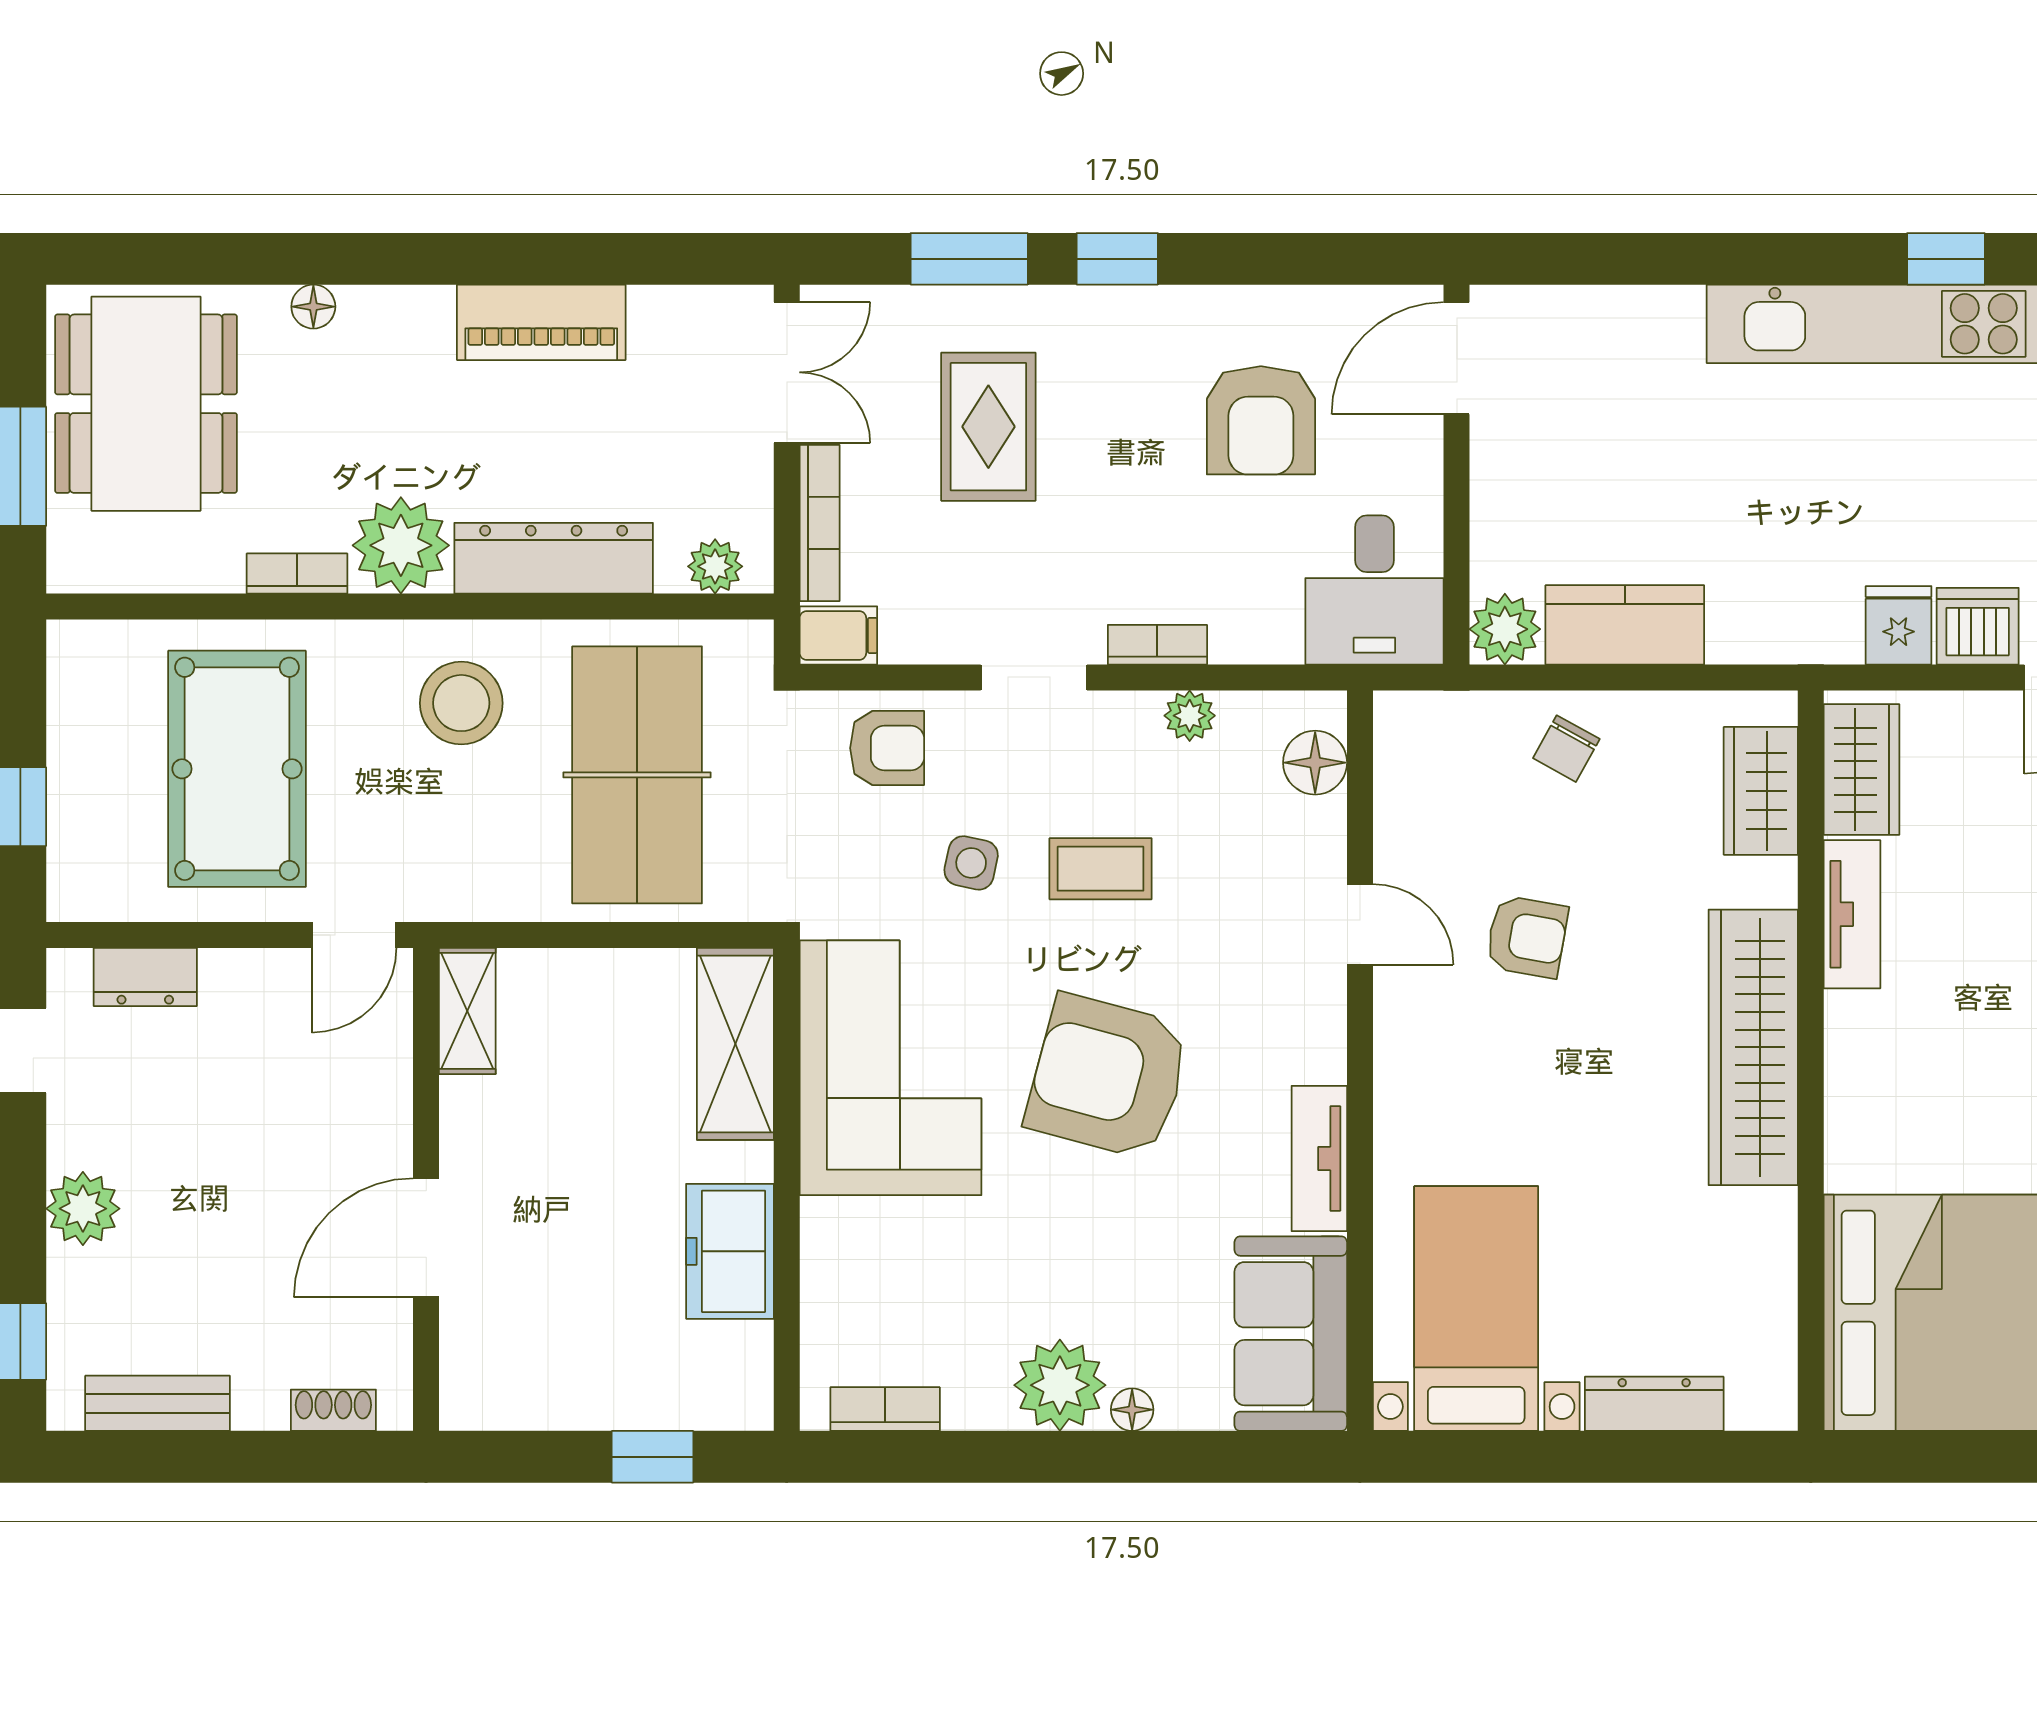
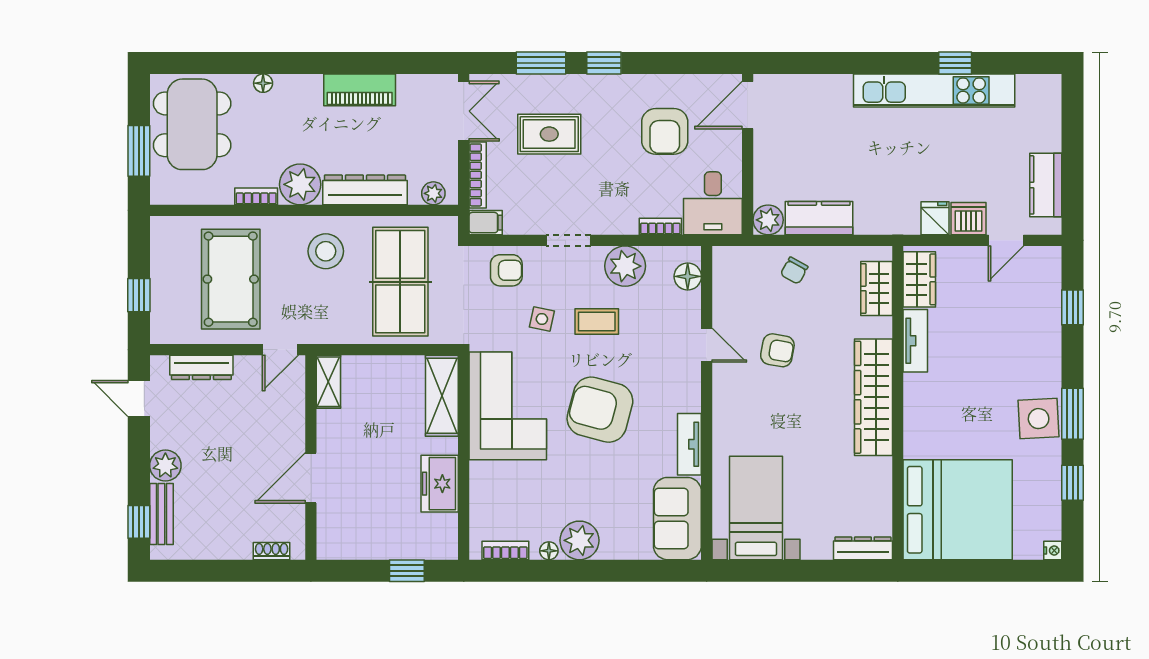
rug: (988, 427) -> (549, 134), turned 90
bookcase: (1157, 645) -> (660, 227), moved
plant: (1190, 716) -> (625, 266), width x1.87, depth x1.87
dresser: (145, 977) -> (201, 367), width x1.44
bench: (158, 1403) -> (161, 514), moved, turned 90
dresser: (1654, 1404) -> (863, 548), moved
floor lamp: (1132, 1410) -> (549, 551), moved

